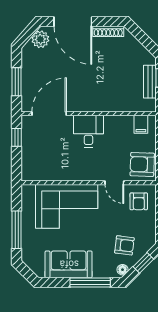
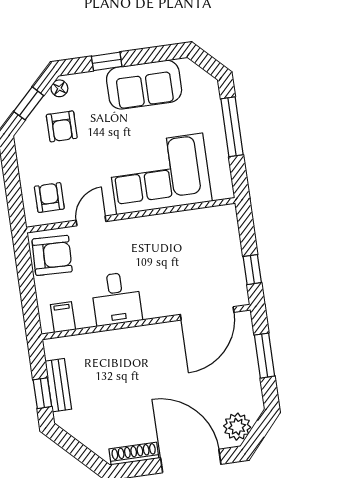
desk: (88, 131) -> (116, 299), moved
door: (114, 183) -> (91, 221), hinge flipped
armchair: (124, 245) -> (62, 126), turned -97
window: (90, 282) -> (107, 61), width x0.46

